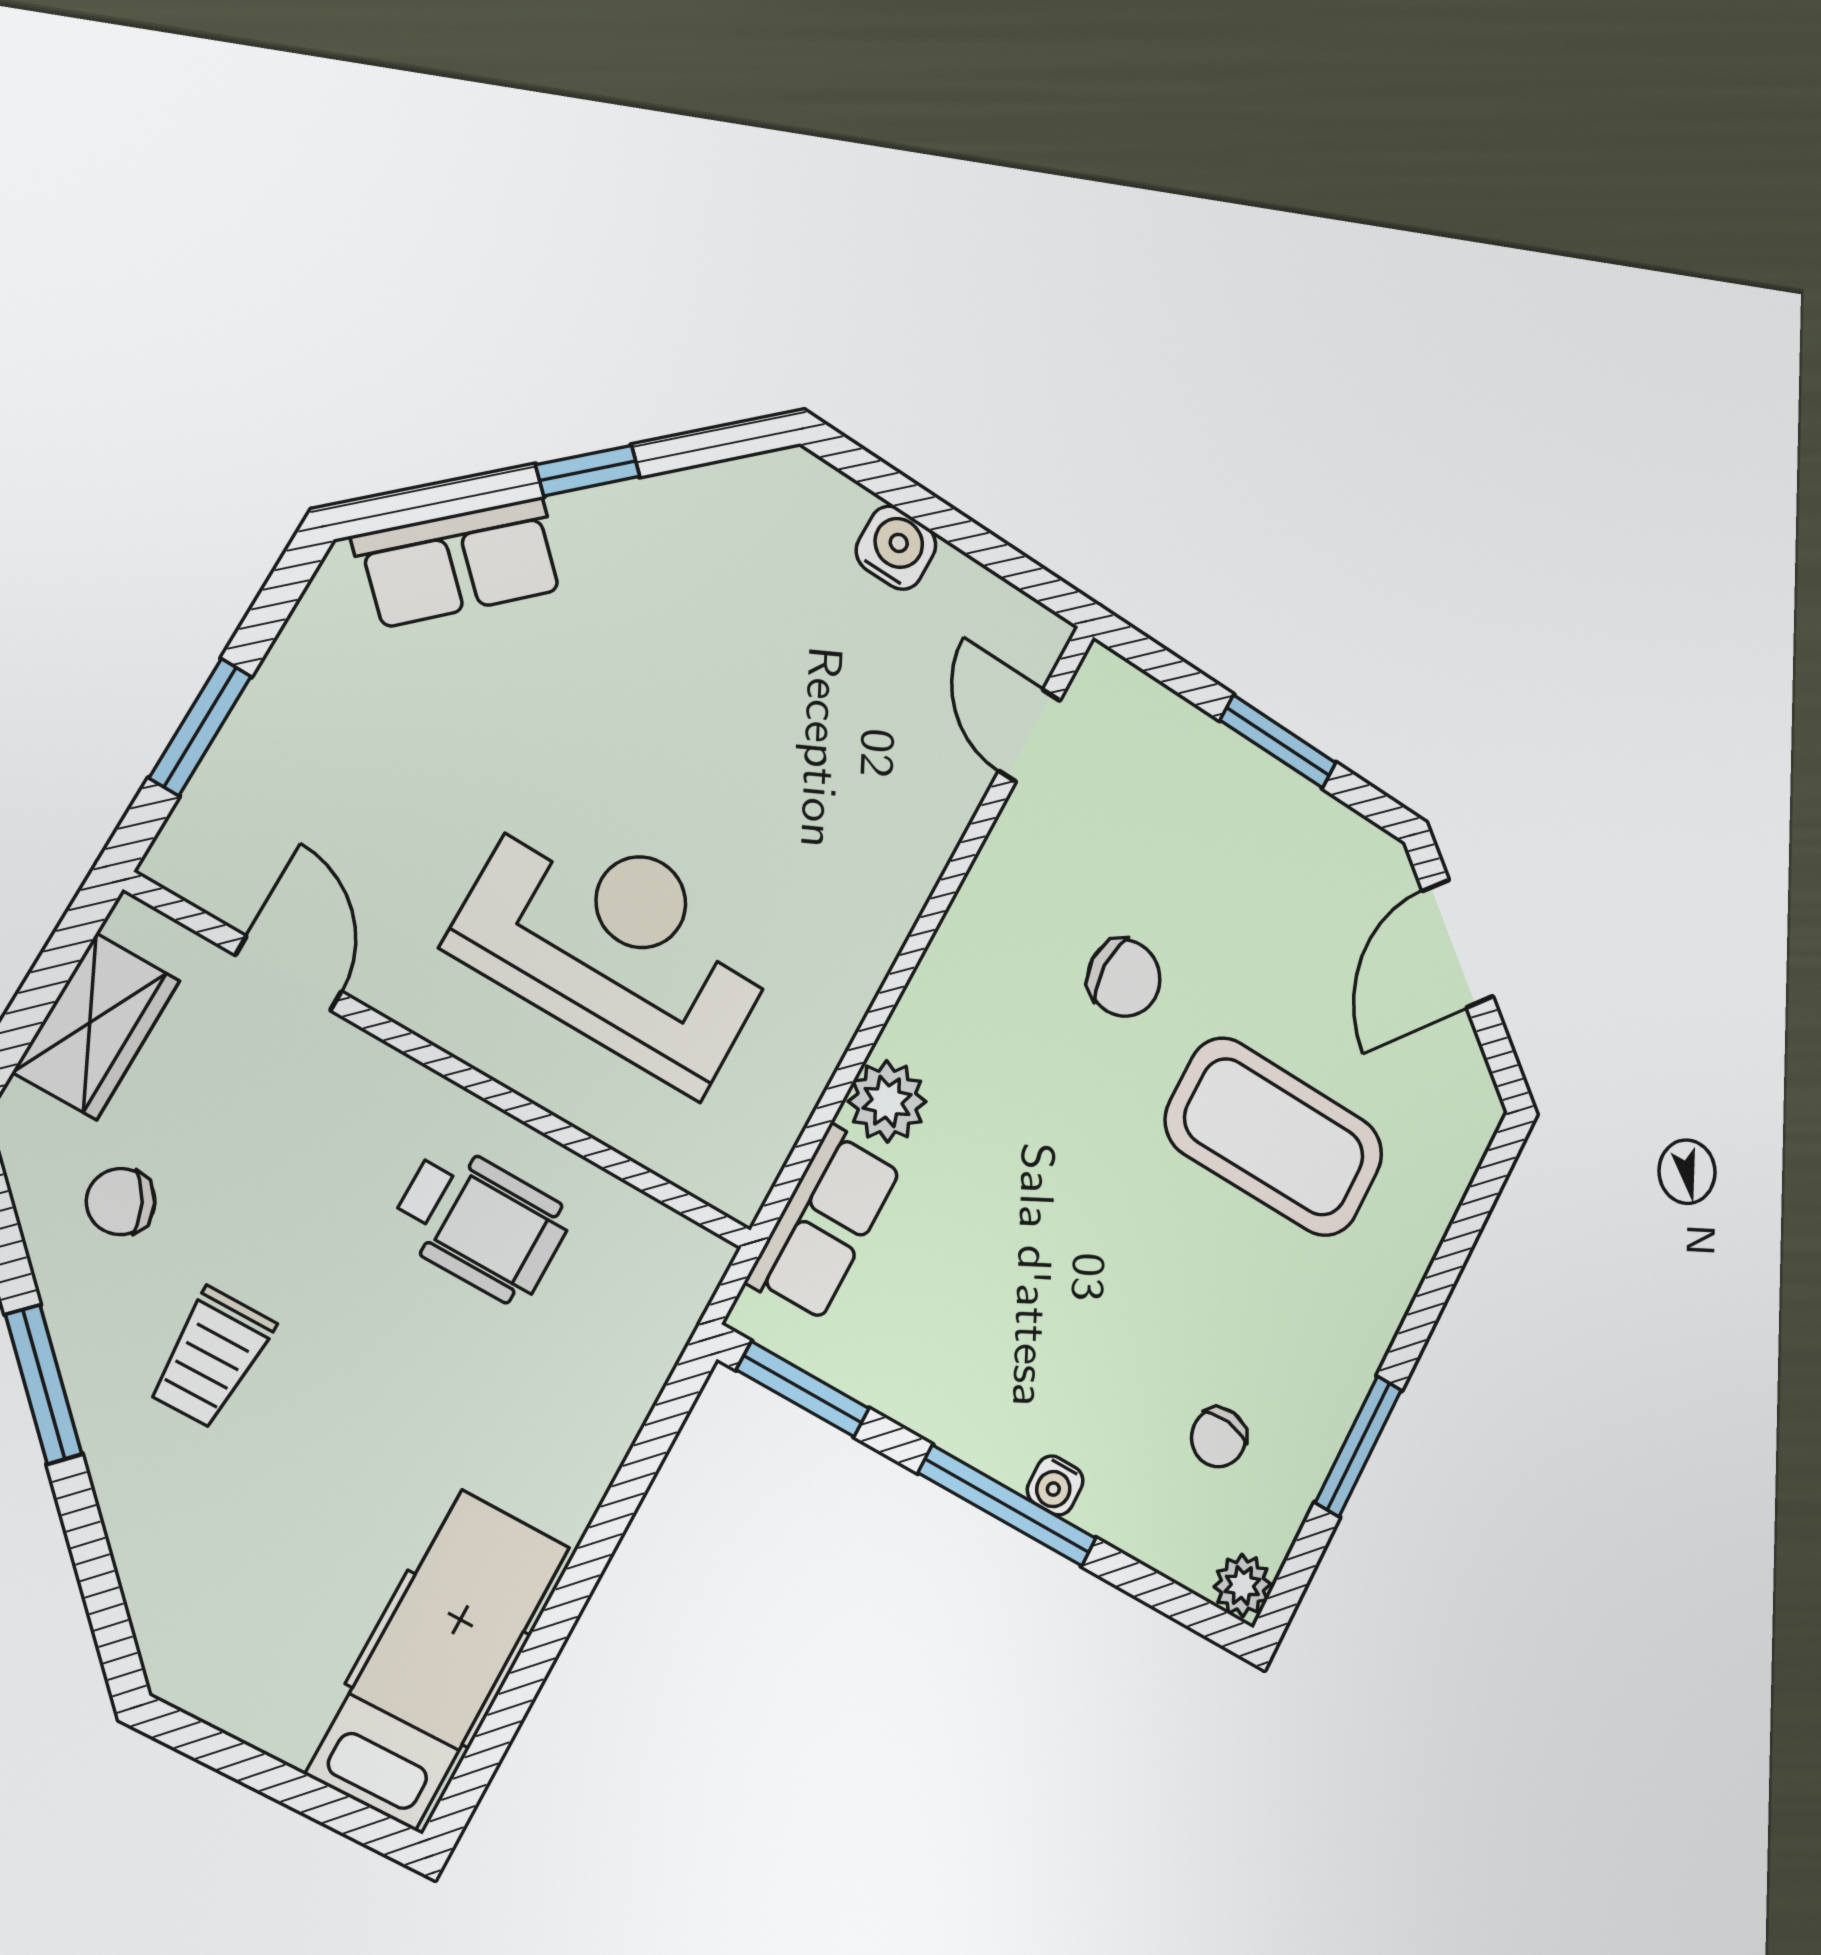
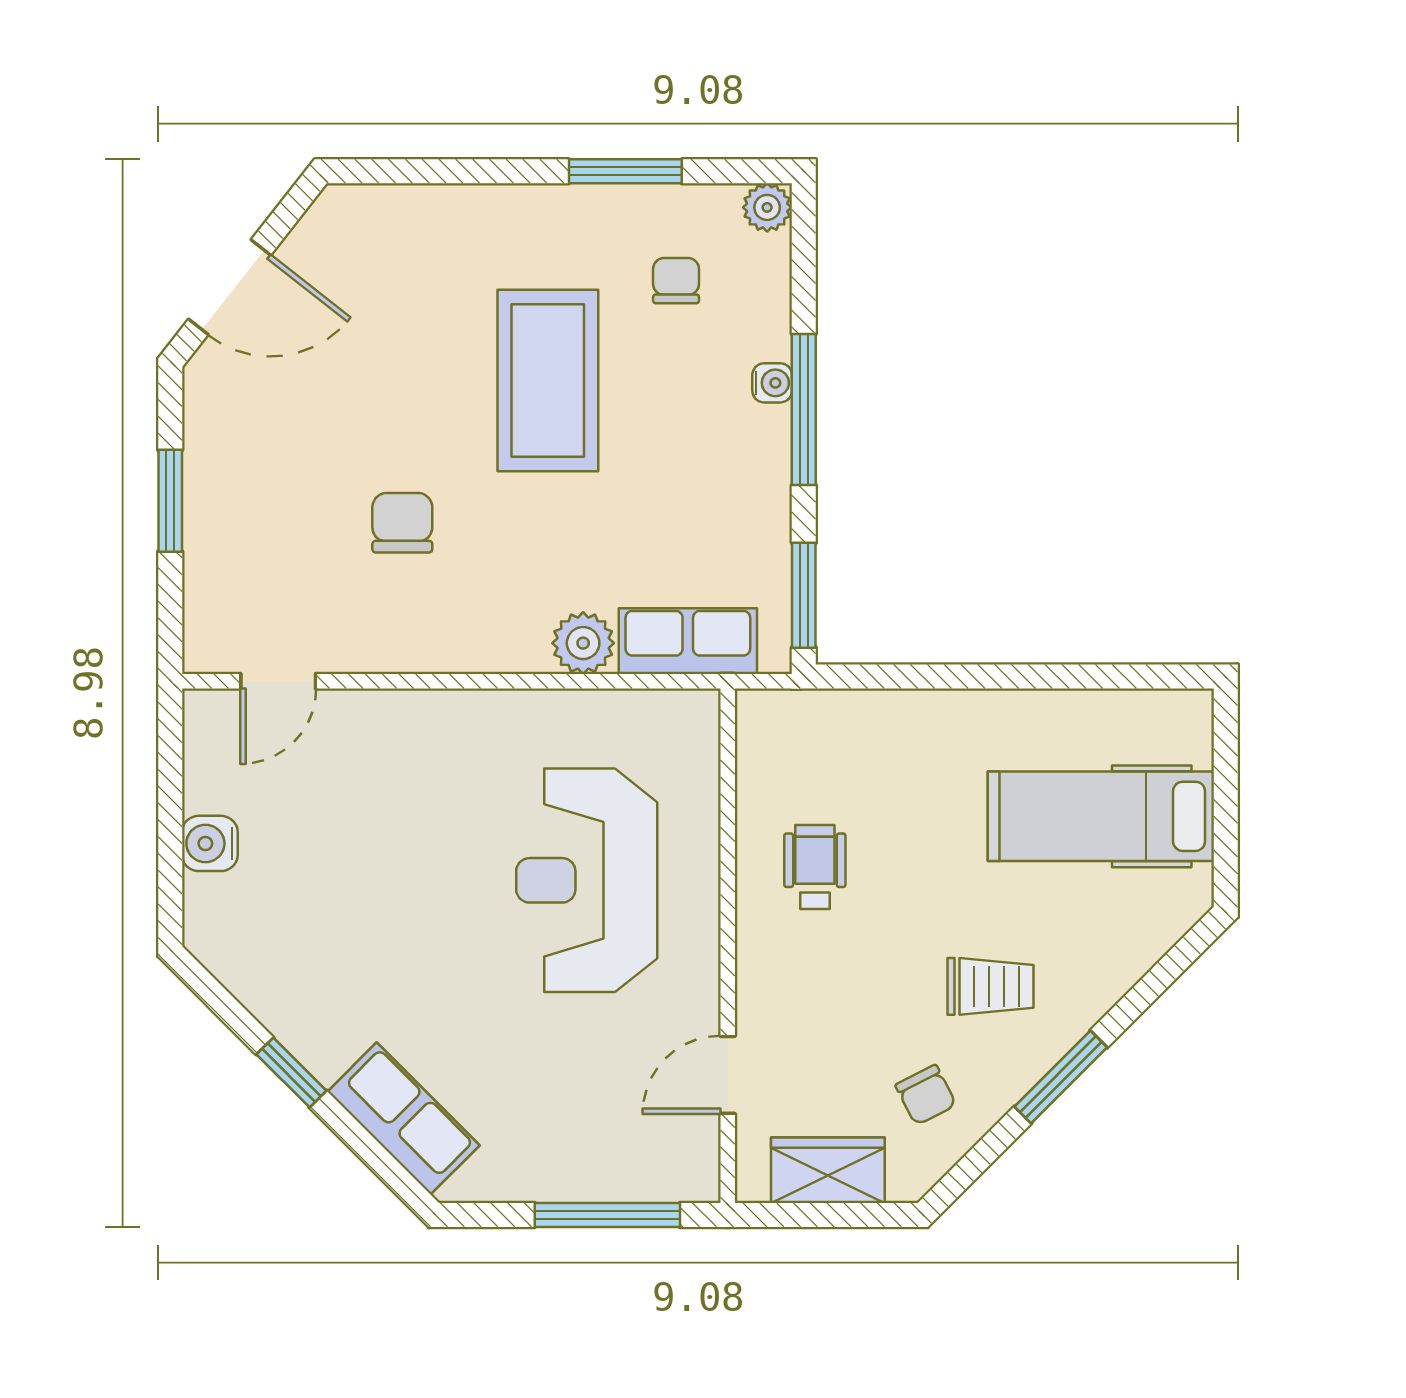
window: (200, 727) -> (607, 1215), width x1.44
coffee table: (1274, 1137) -> (548, 381), moved
wheelchair: (481, 1223) -> (815, 867), width x0.73, depth x0.73
chair: (1219, 1437) -> (676, 281), turned -96
hospital bed: (439, 1659) -> (1101, 816), moved

